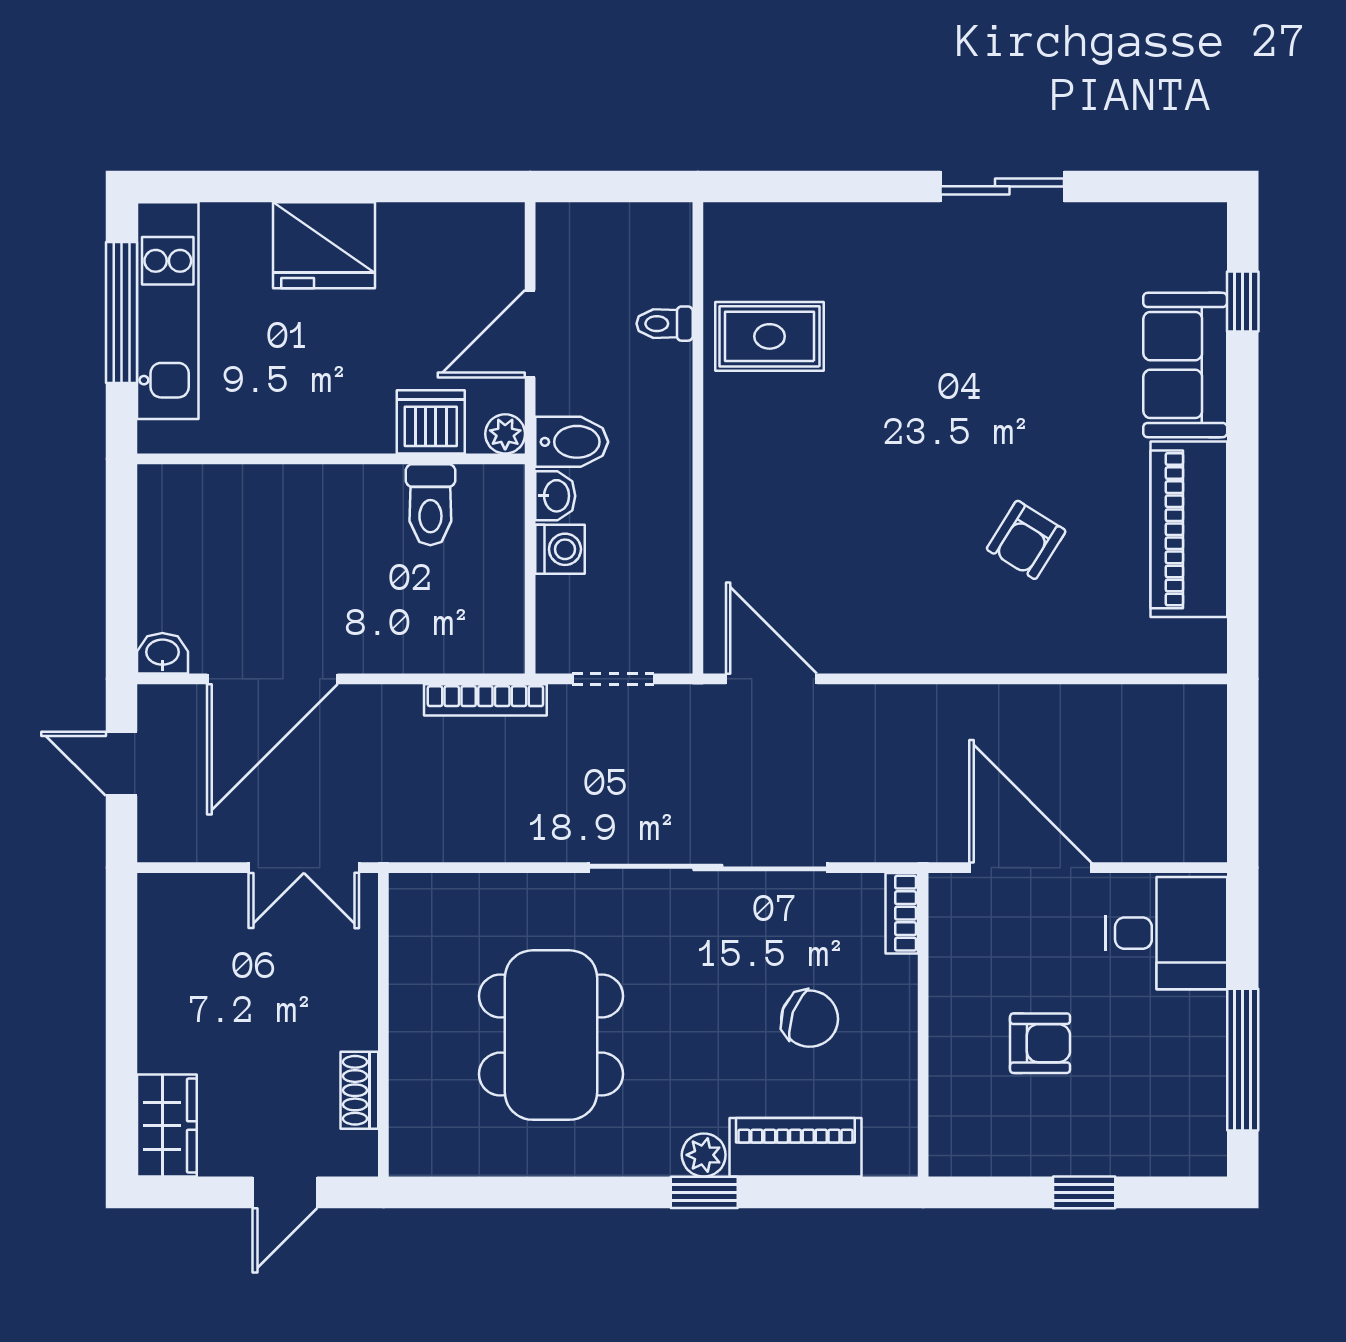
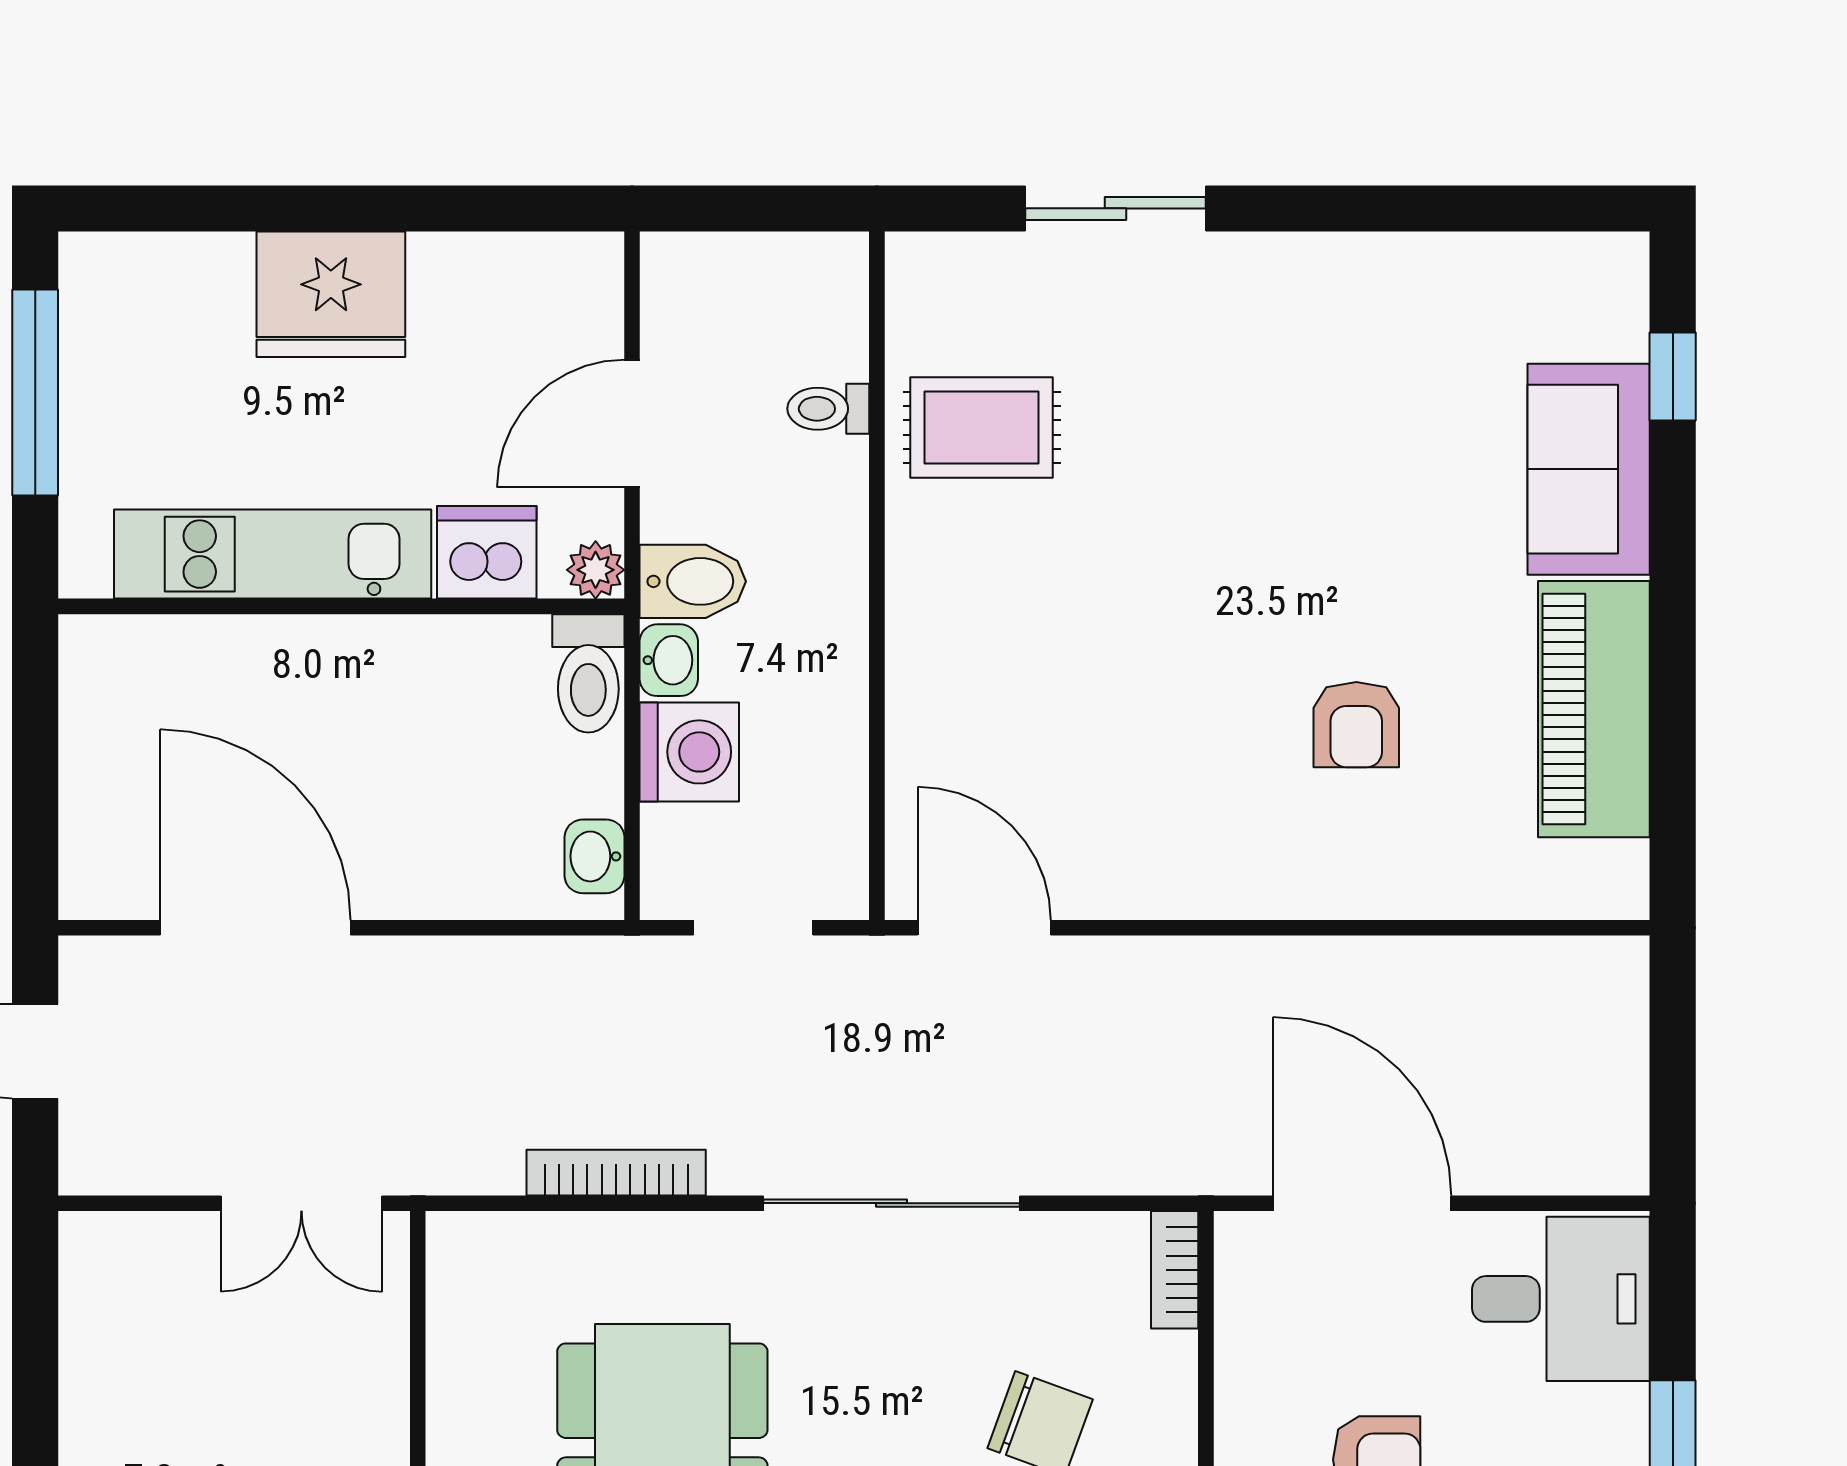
sliding door: (1002, 186) -> (1116, 208), moved
kitchen unit: (168, 311) -> (273, 554), moved, turned -90
toilet: (430, 505) -> (588, 673), moved
armchair: (1026, 540) -> (1356, 725), turned -32
washing machine: (560, 549) -> (689, 752), width x1.38, depth x1.38
washbasin: (162, 653) -> (595, 856), moved, turned -90
door: (272, 679) -> (255, 928), swing flipped
bookcase: (485, 700) -> (616, 1173), moved, turned 180
sliding door: (708, 868) -> (891, 1203), width x0.73

